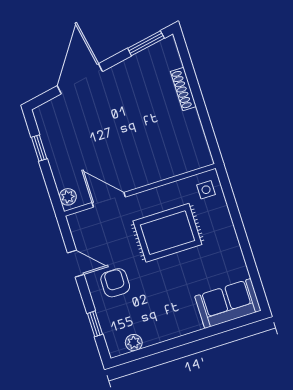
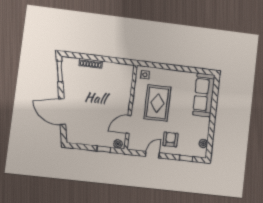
window: (39, 148) -> (104, 149), moved
armchair: (115, 283) -> (170, 139), turned 90
sofa: (228, 303) -> (204, 95), width x1.36

